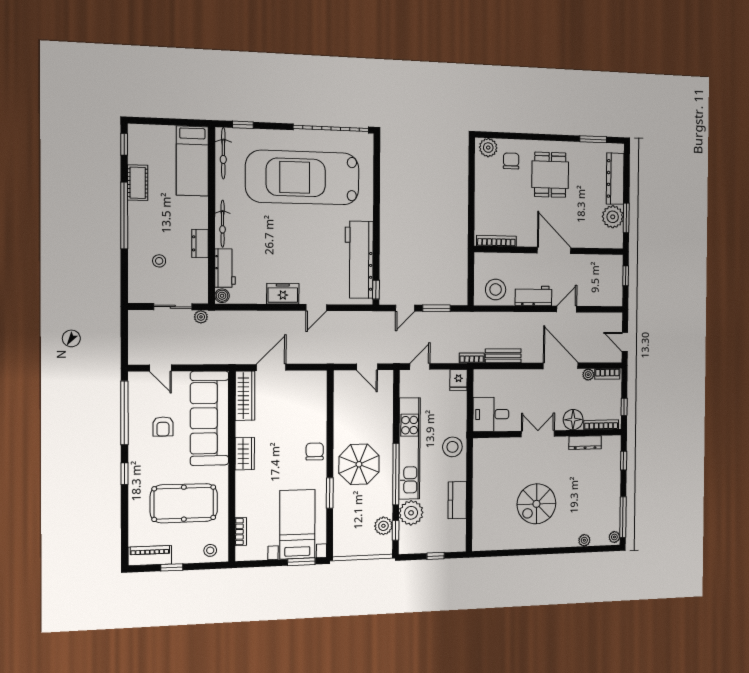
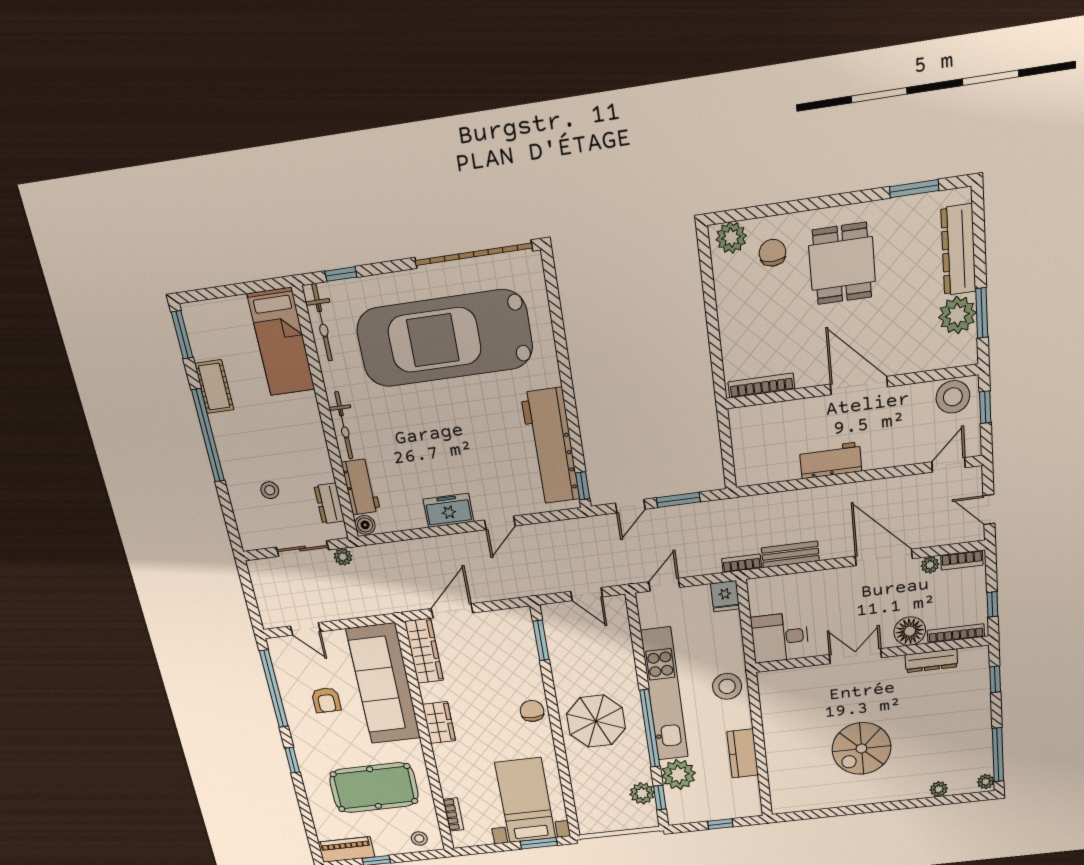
window: (124, 144) -> (182, 335), width x1.50
dresser: (200, 243) -> (329, 503), moved
stool: (496, 289) -> (953, 397), moved
door: (567, 309) -> (949, 465), moved
window: (330, 493) -> (541, 640), moved

